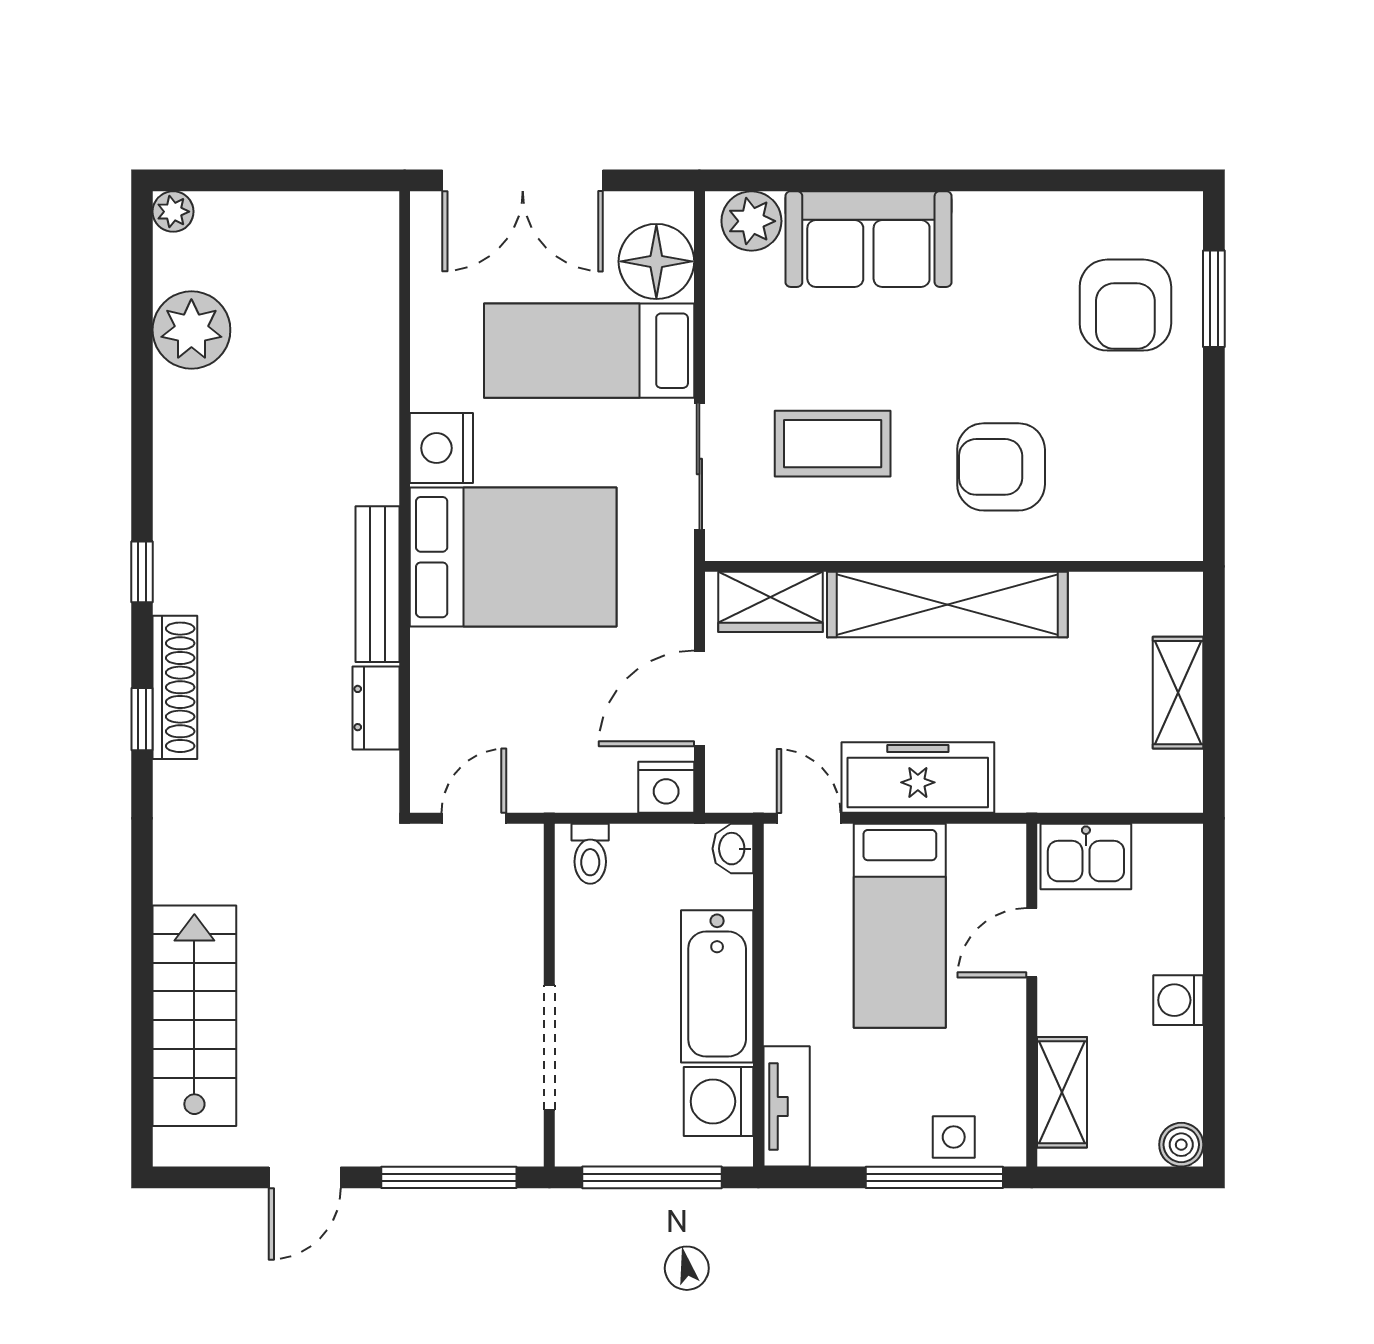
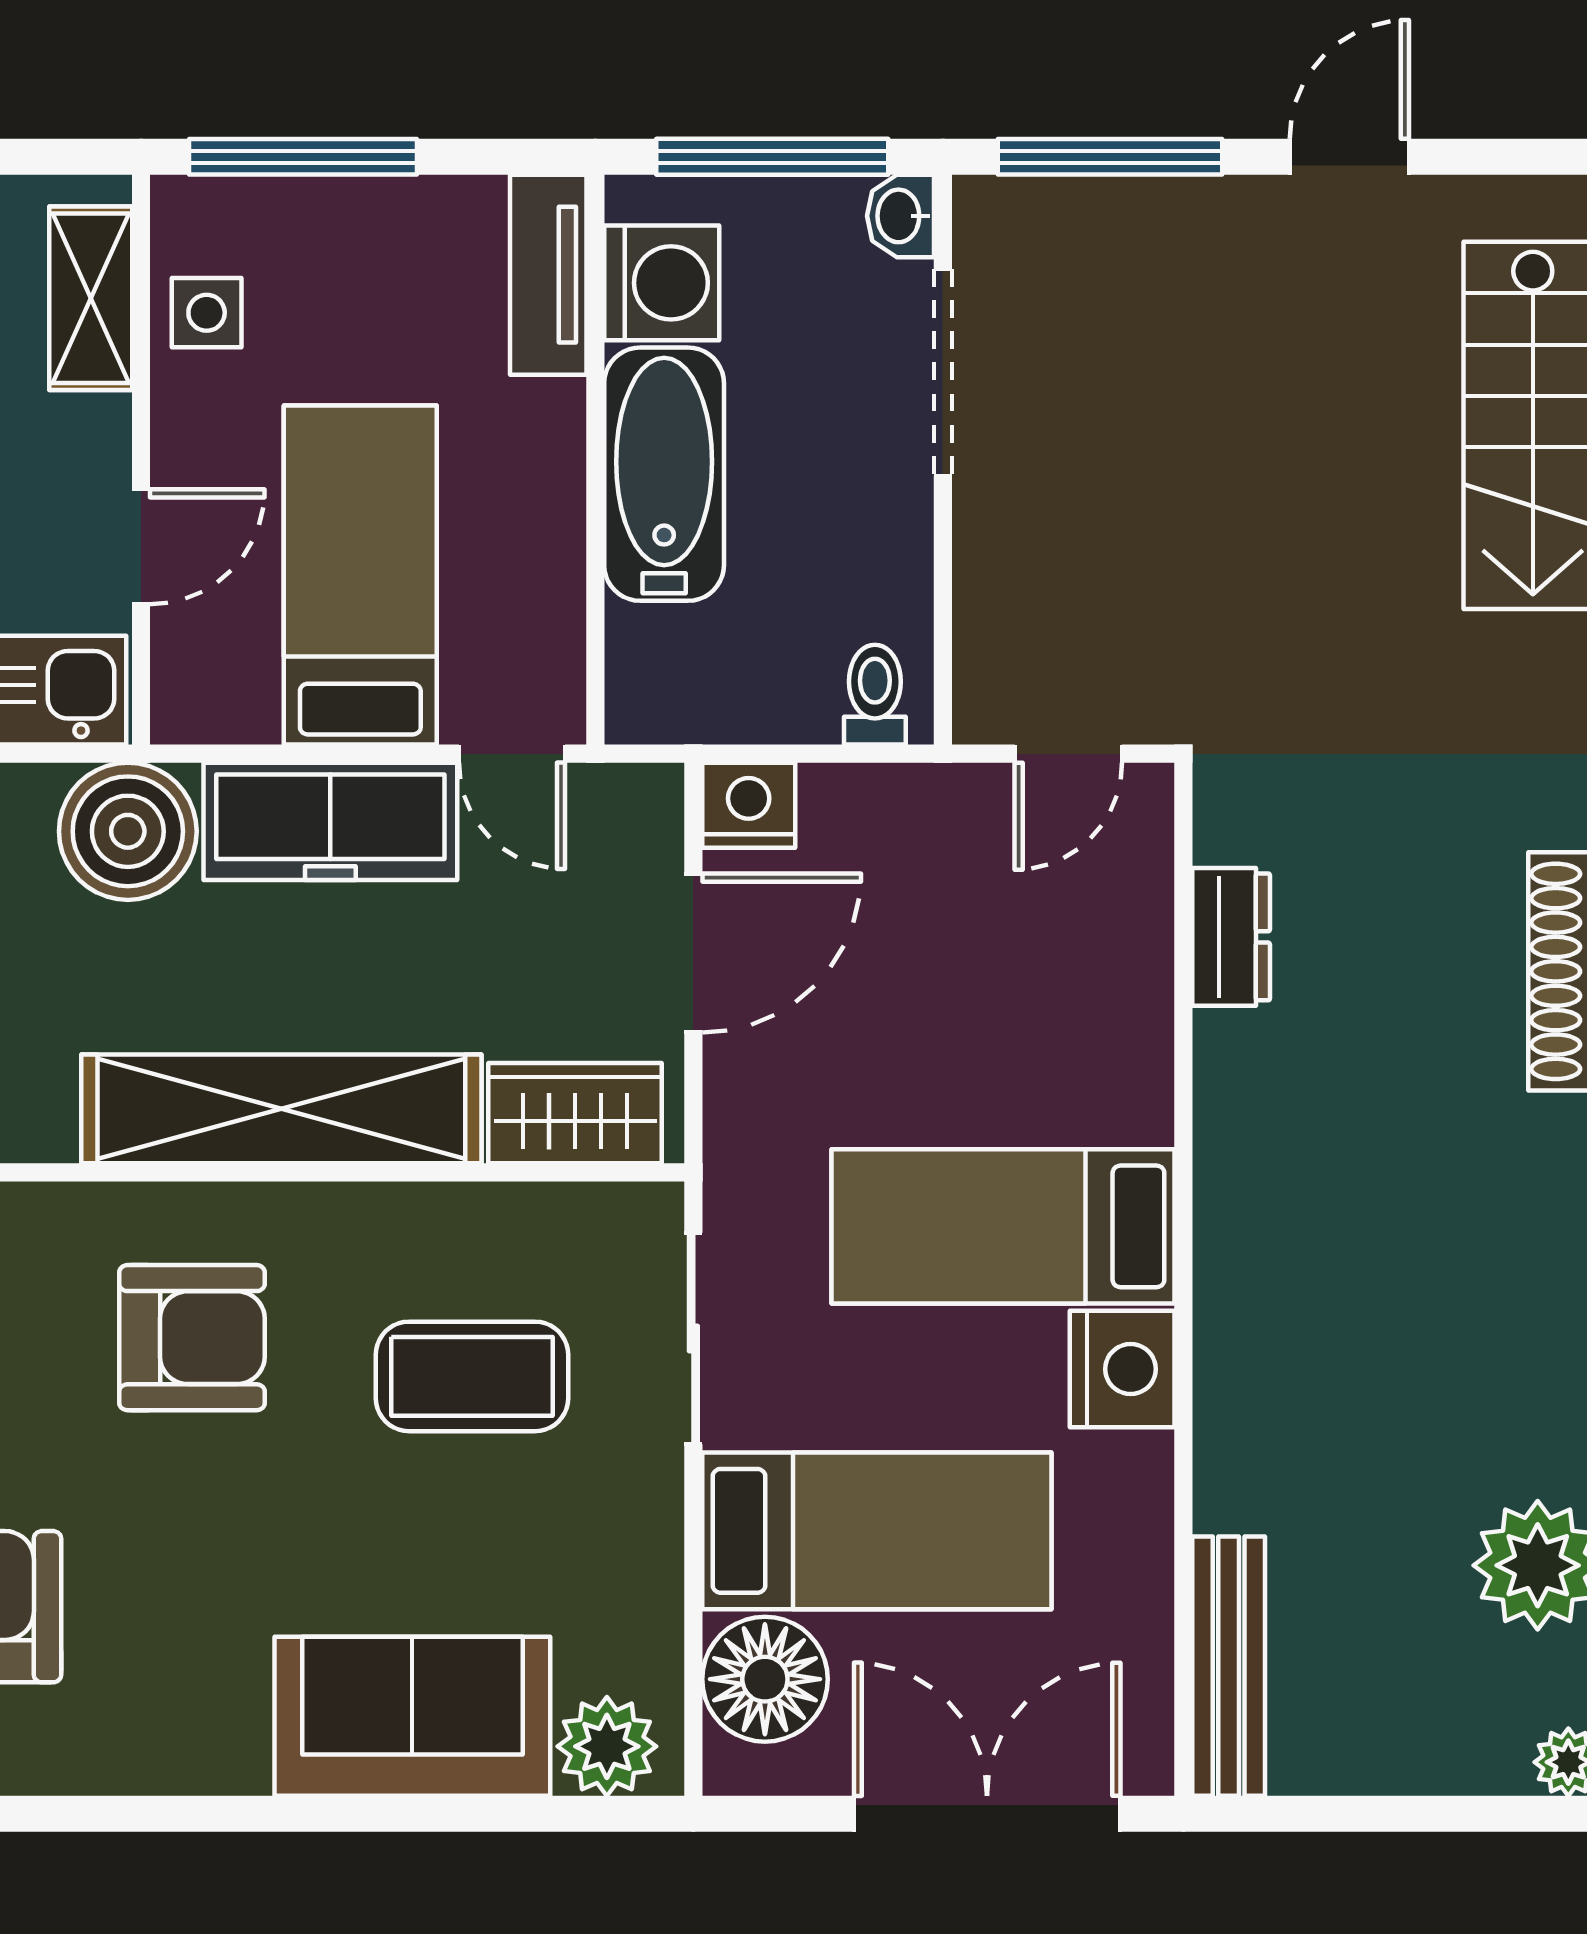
bed: (513, 557) -> (1003, 1226), width x0.67
bench: (377, 584) -> (1229, 1666), moved
boiler: (1040, 772) -> (128, 831), added
washbasin: (733, 849) -> (900, 216), moved, turned 180
side table: (954, 1137) -> (207, 313), moved

